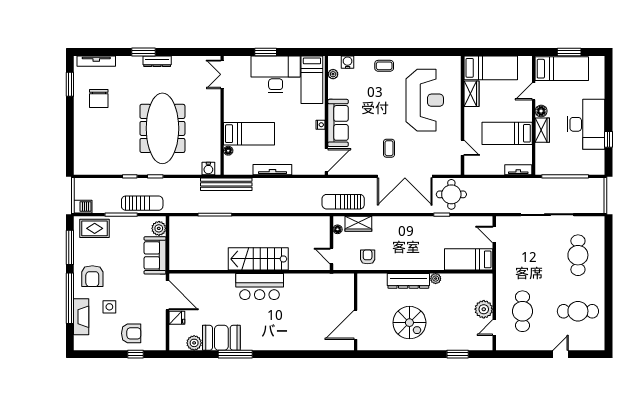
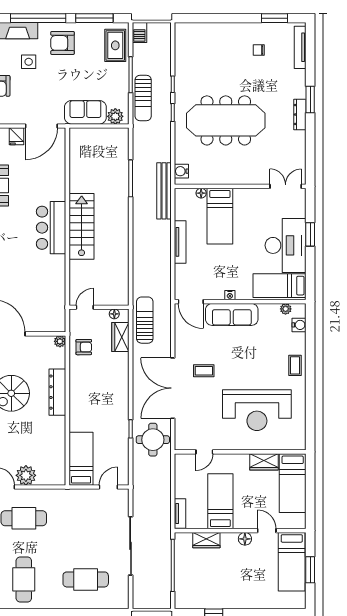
chair: (99, 99) -> (259, 50), width x0.54, depth x0.54
desk: (586, 124) -> (230, 588), removed
wardrobe: (542, 130) -> (206, 540), moved
plant: (436, 279) -> (60, 341), moved

